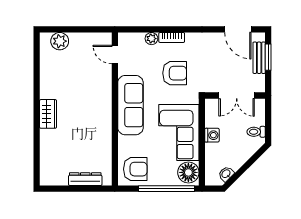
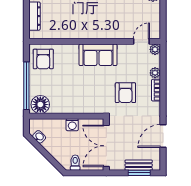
door: (238, 29) -> (163, 136), moved
plant: (124, 39) -> (155, 49), added
double door: (237, 95) -> (106, 146), width x1.37
sofa: (130, 105) -> (98, 55), width x0.73
corner sofa: (179, 133) -> (74, 96), removed

